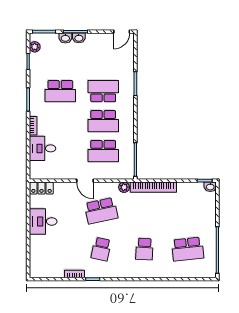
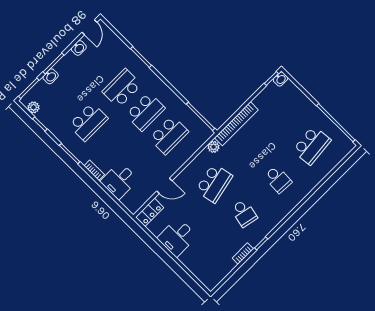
washbasin: (79, 38) -> (79, 48), moved
door: (85, 181) -> (164, 186), moved

